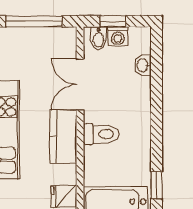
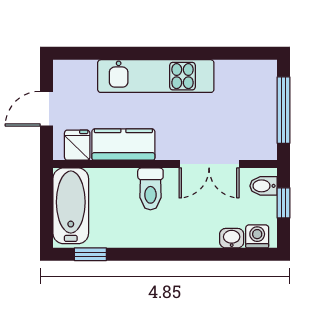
washing machine: (118, 36) -> (257, 236), moved, turned 90
double door: (80, 84) -> (209, 164), swing flipped
kitchen counter: (63, 137) -> (123, 144), moved

